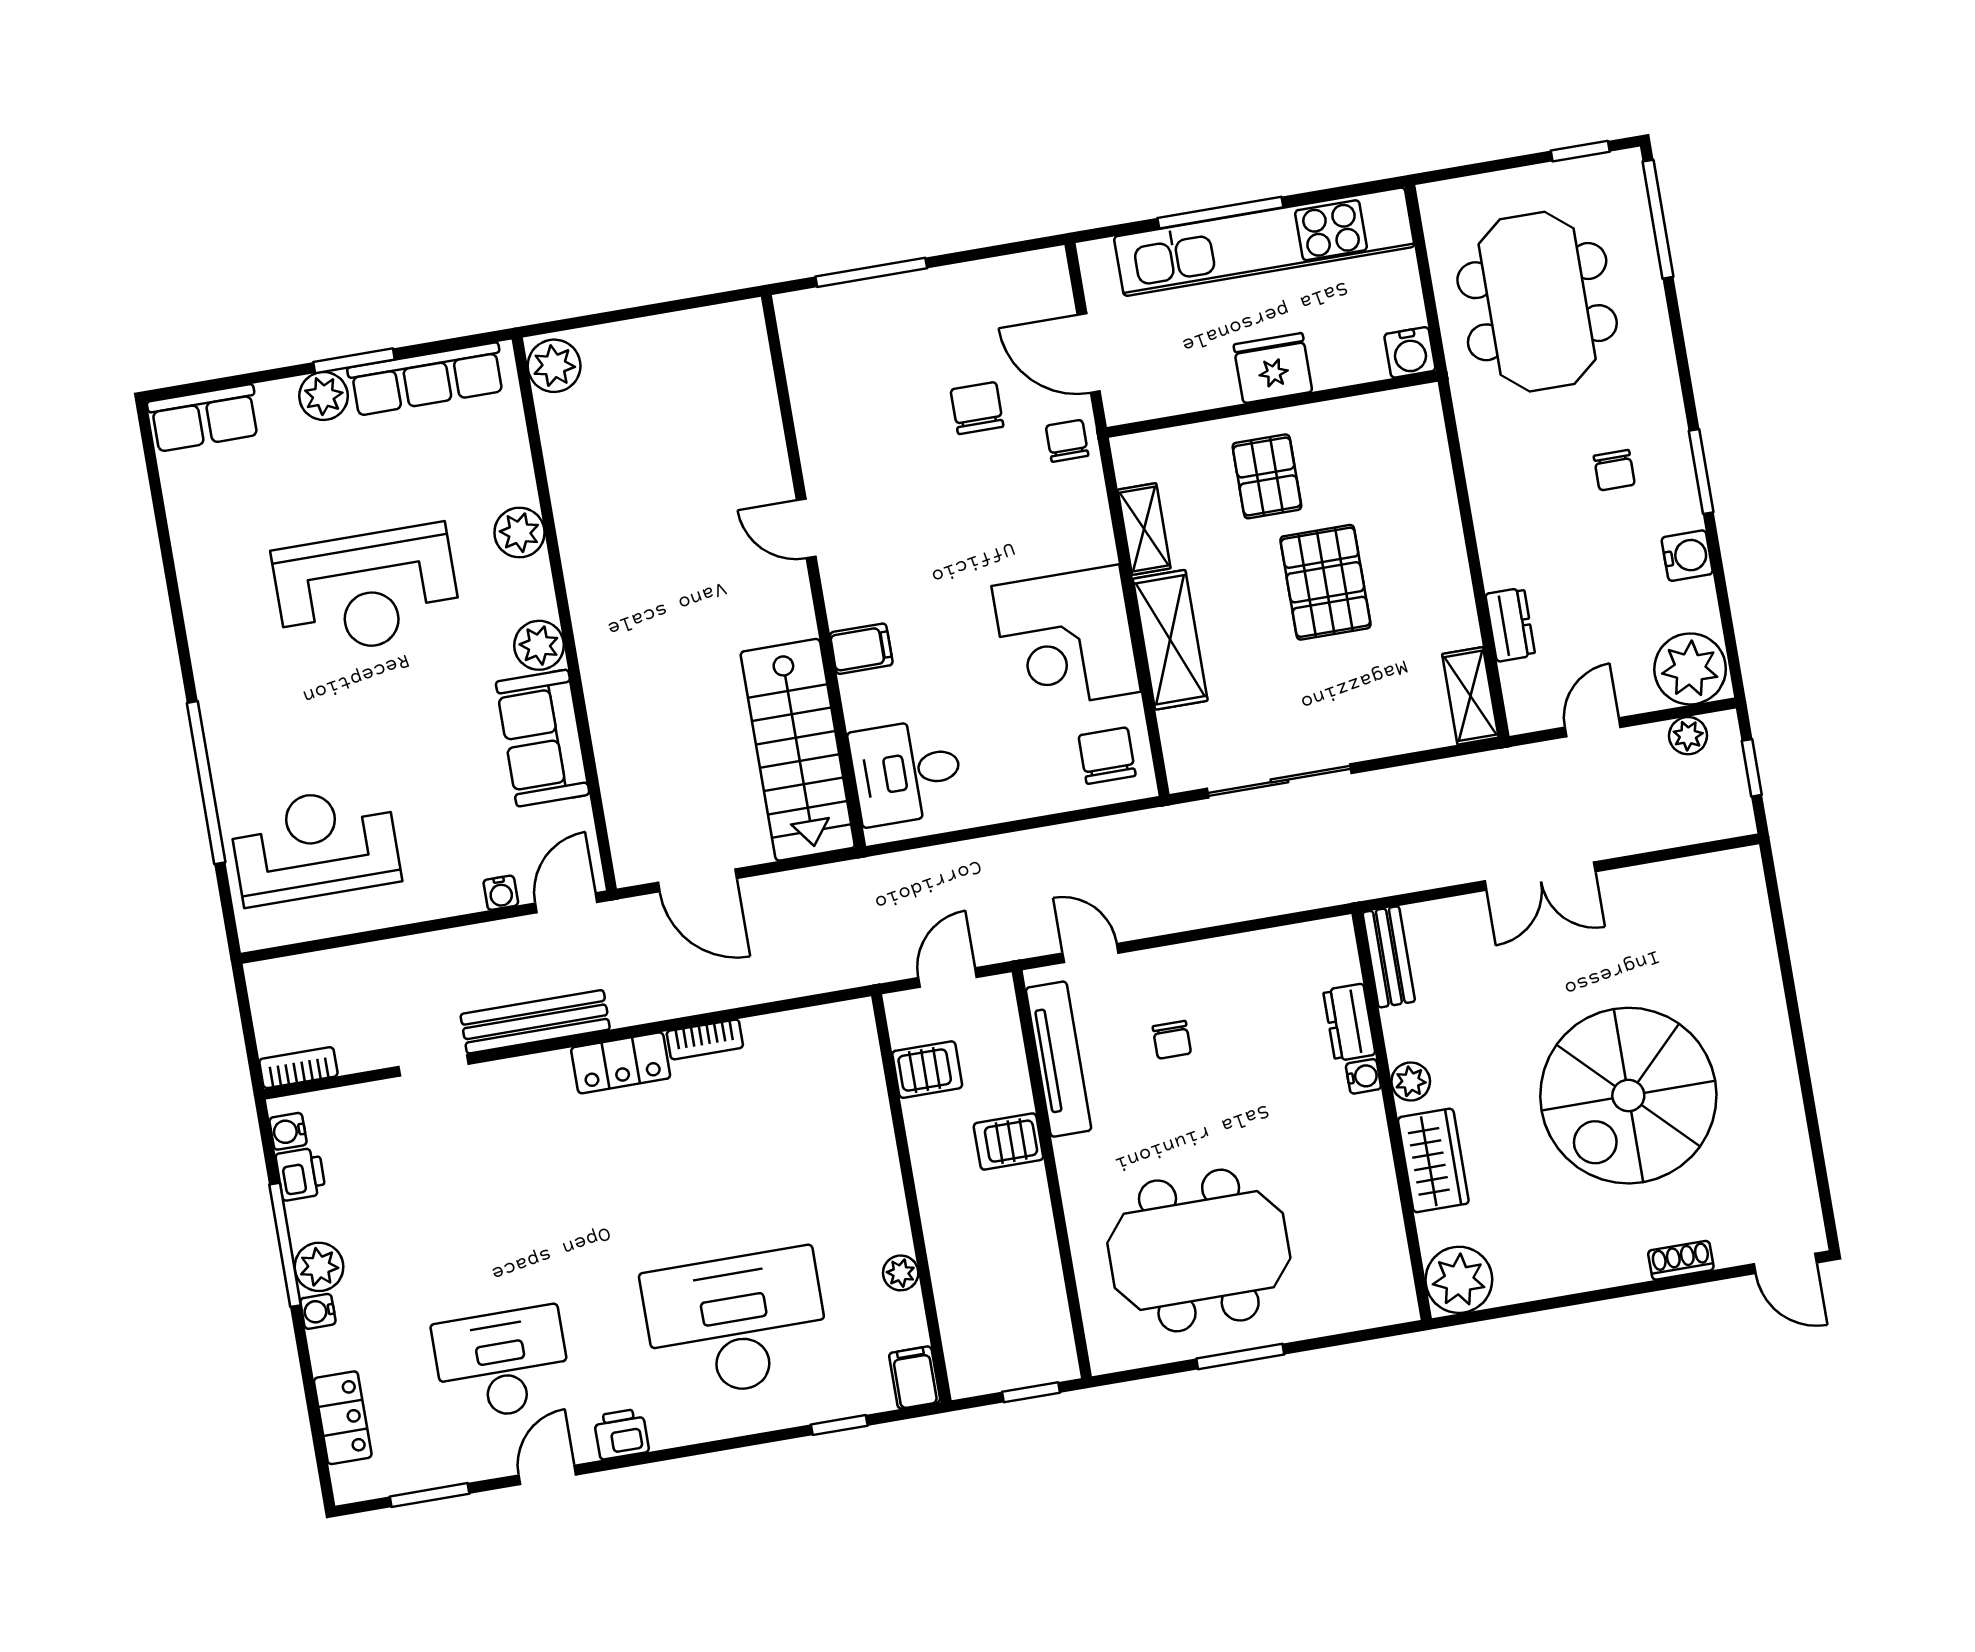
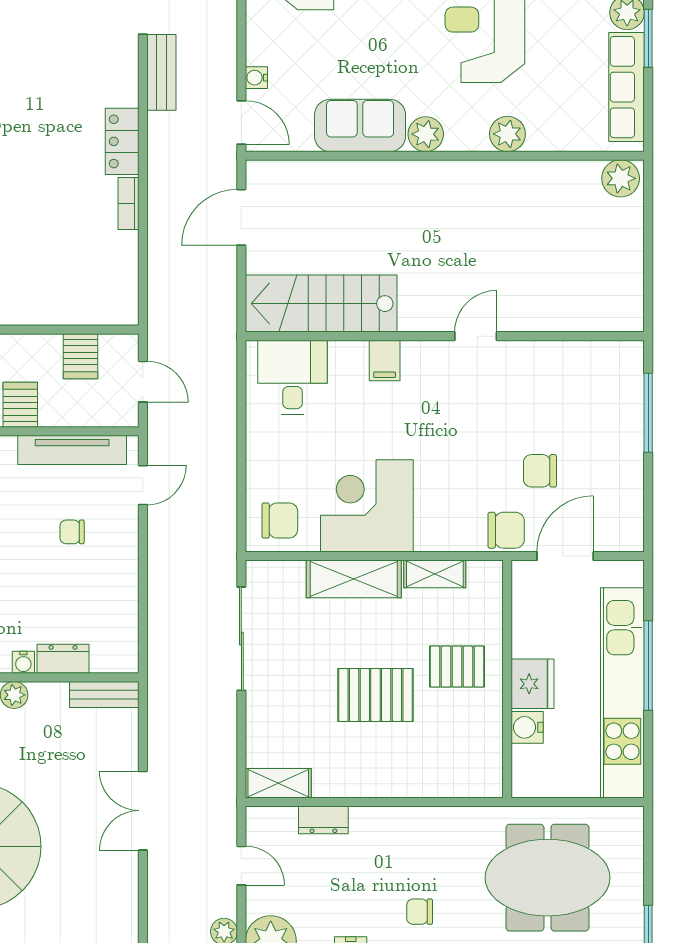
water cooler: (1410, 352) -> (527, 727), moved
chair: (977, 408) -> (540, 471), turned 180
chair: (1067, 441) -> (506, 530), width x1.37, depth x1.37
bench: (535, 1022) -> (161, 72), width x0.73

